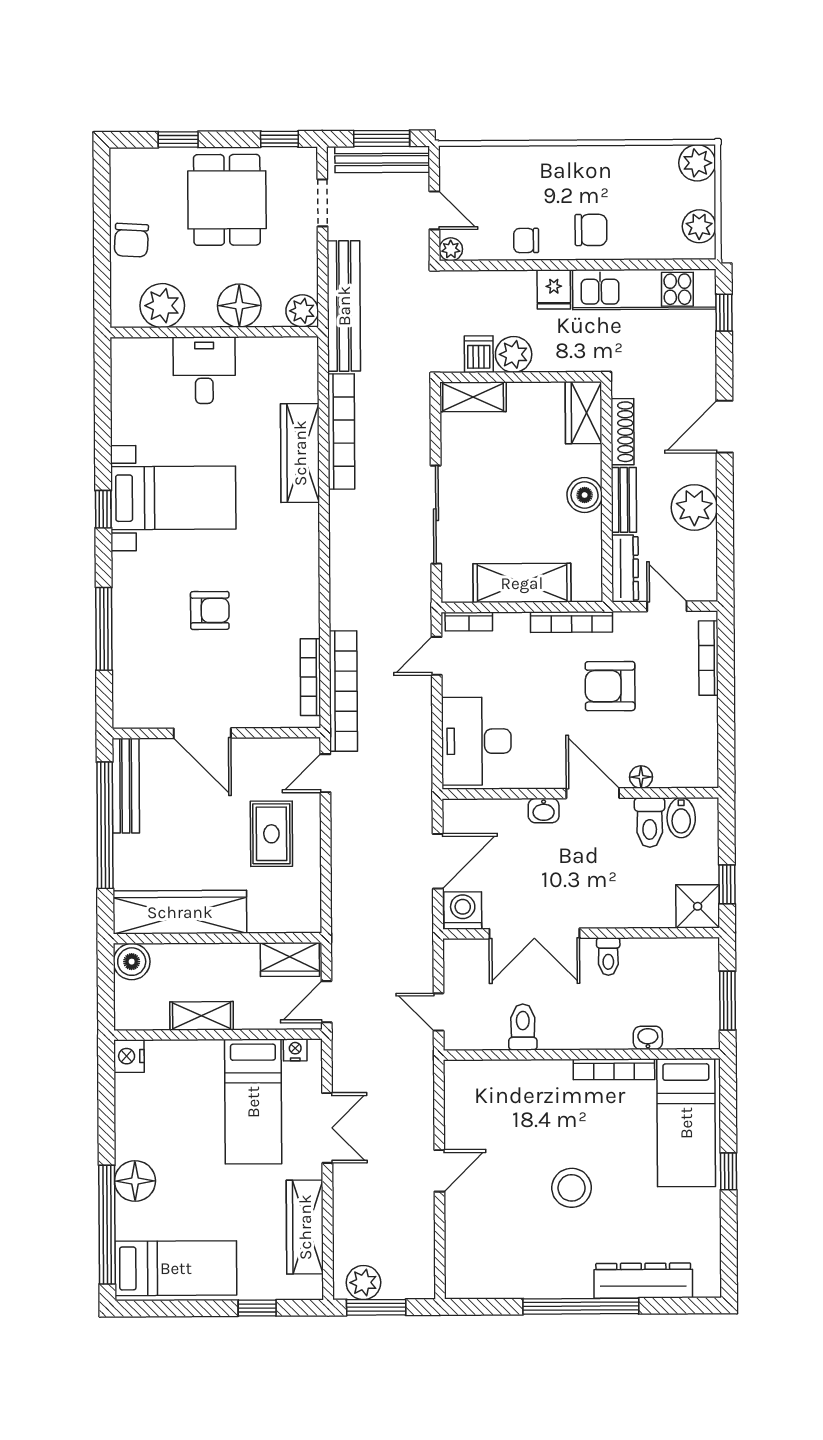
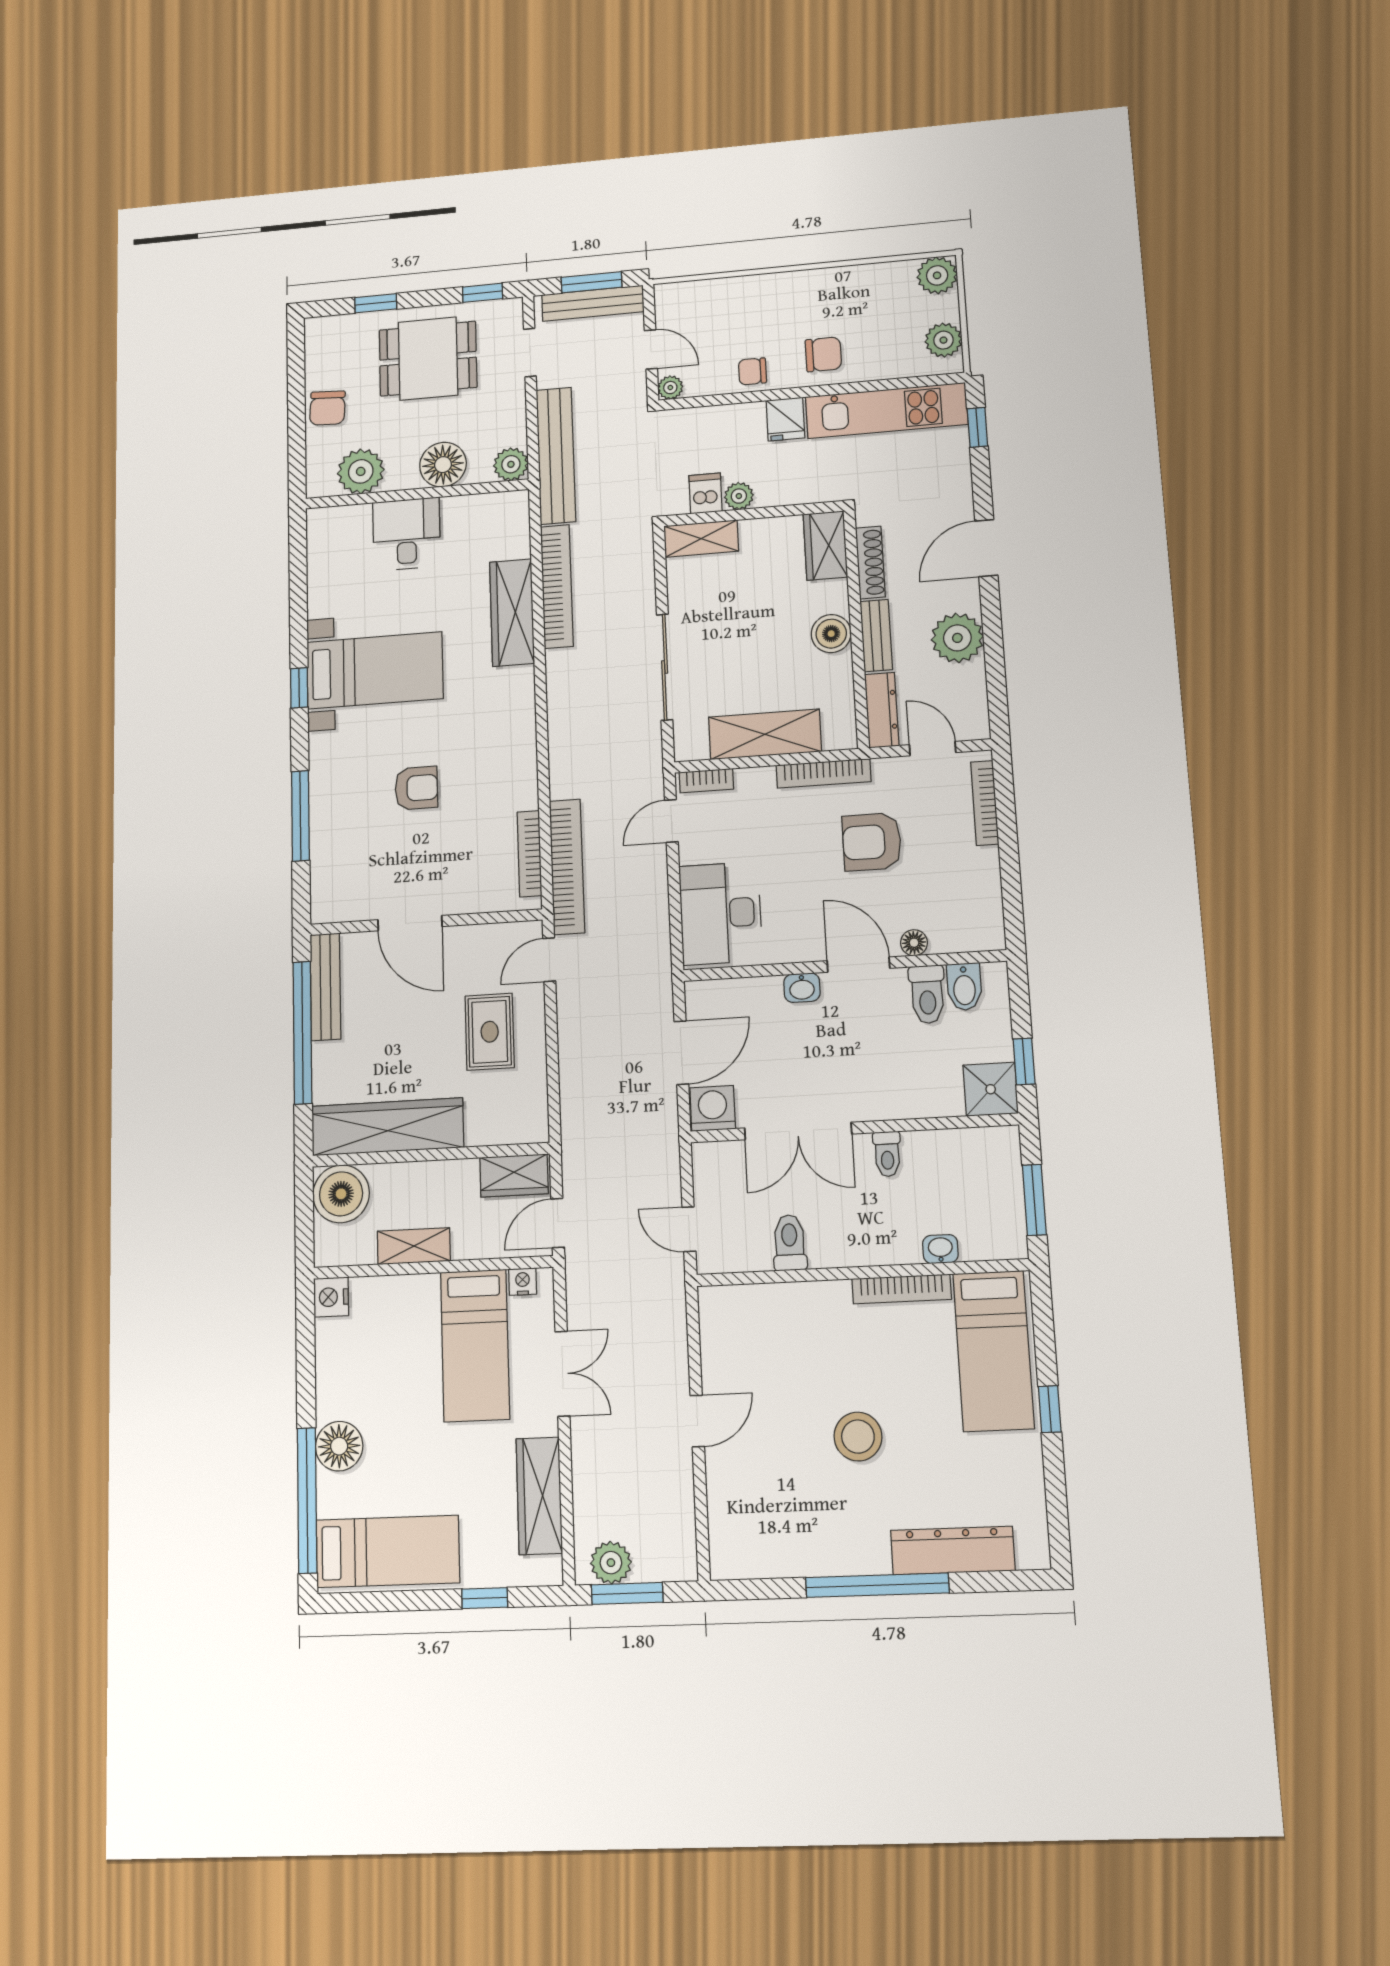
dining table: (227, 200) -> (428, 359), turned 90
plant: (514, 354) -> (739, 496), width x0.73, depth x0.73
boiler: (132, 962) -> (341, 1194), width x1.37, depth x1.37

